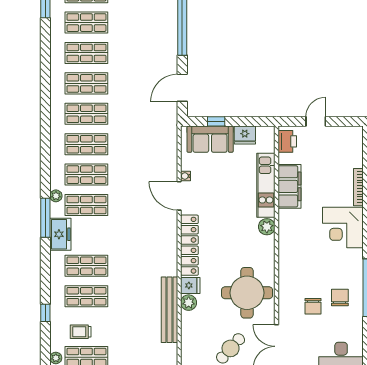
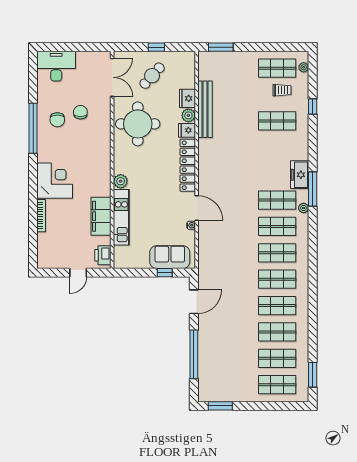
fridge: (245, 135) -> (187, 98), moved, turned -90
shop shelf: (86, 266) -> (277, 147), removed

